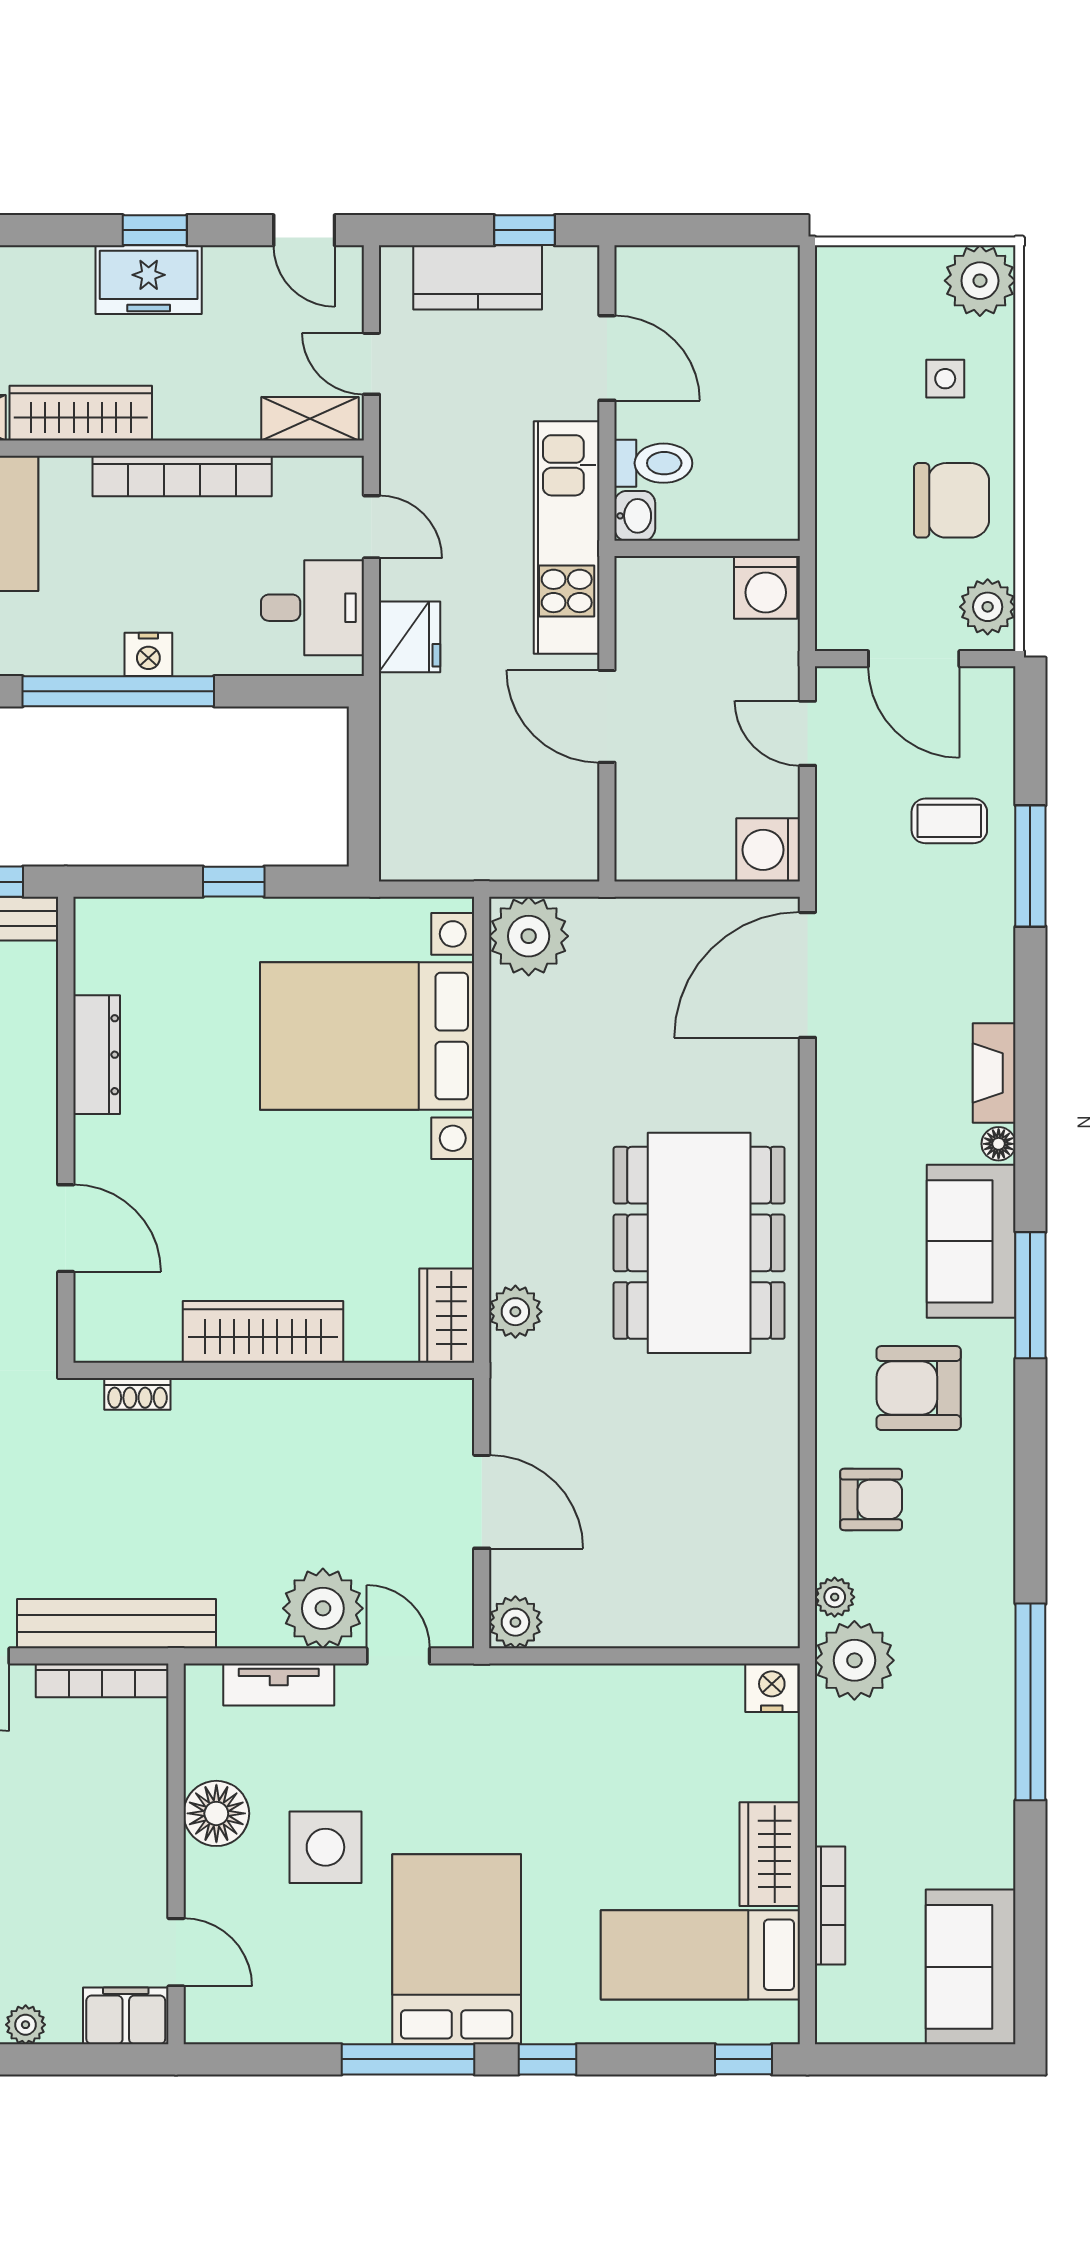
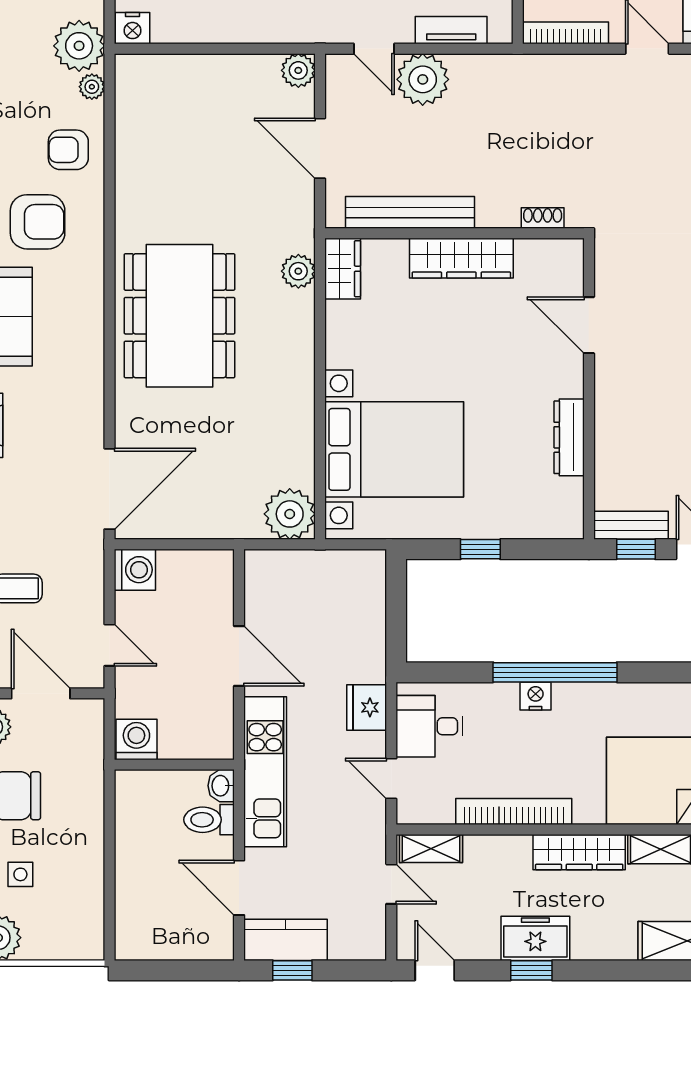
kitchen counter: (478, 277) -> (286, 940), moved
bench: (116, 1624) -> (410, 212), moved

